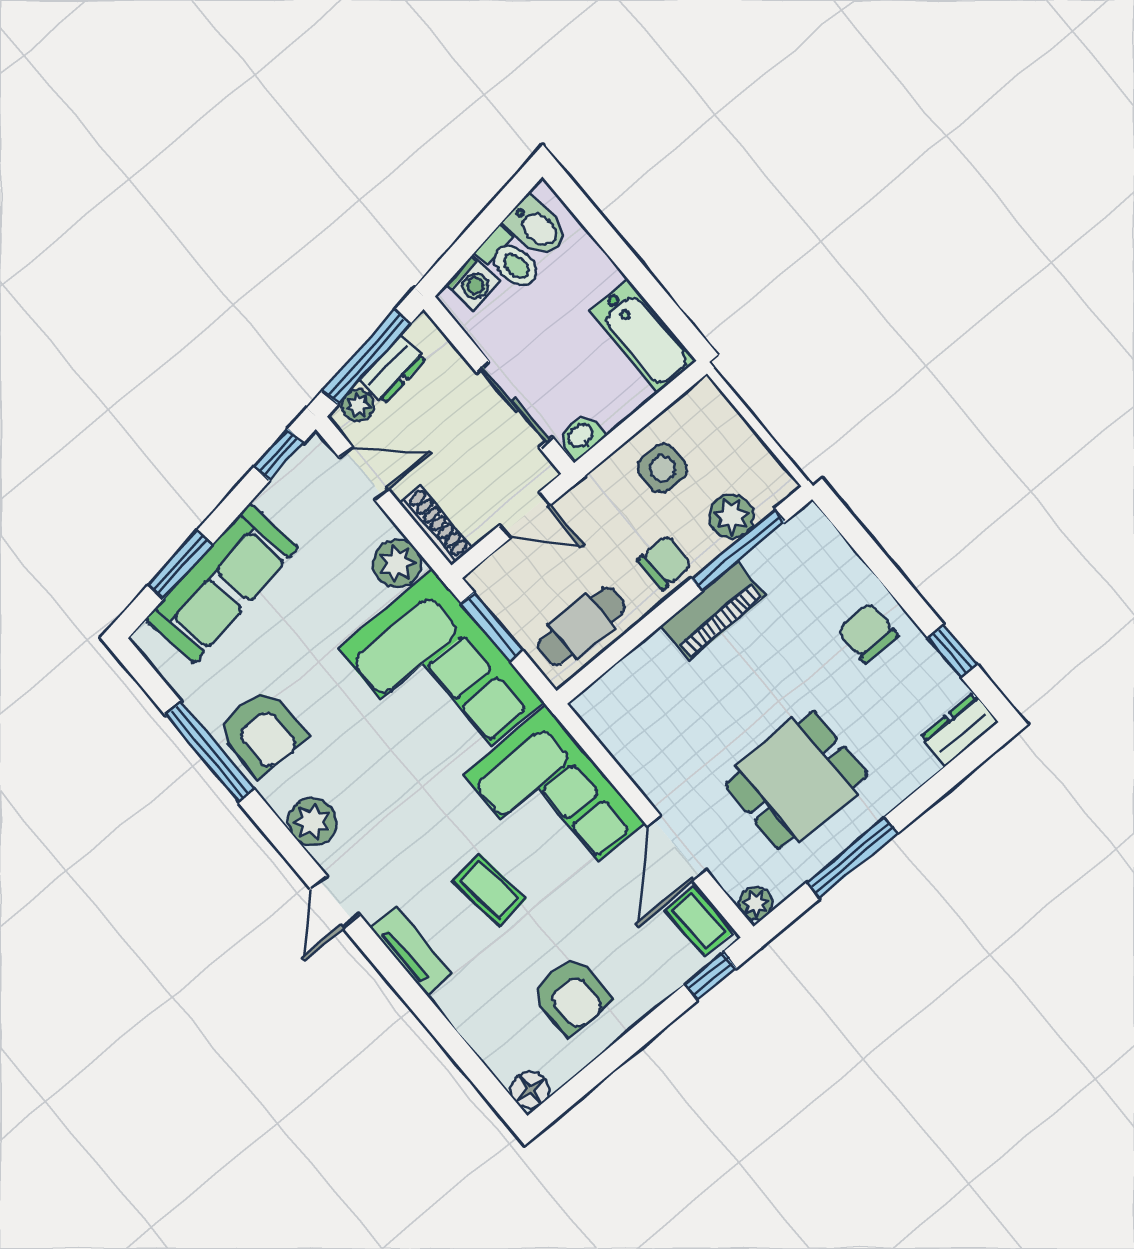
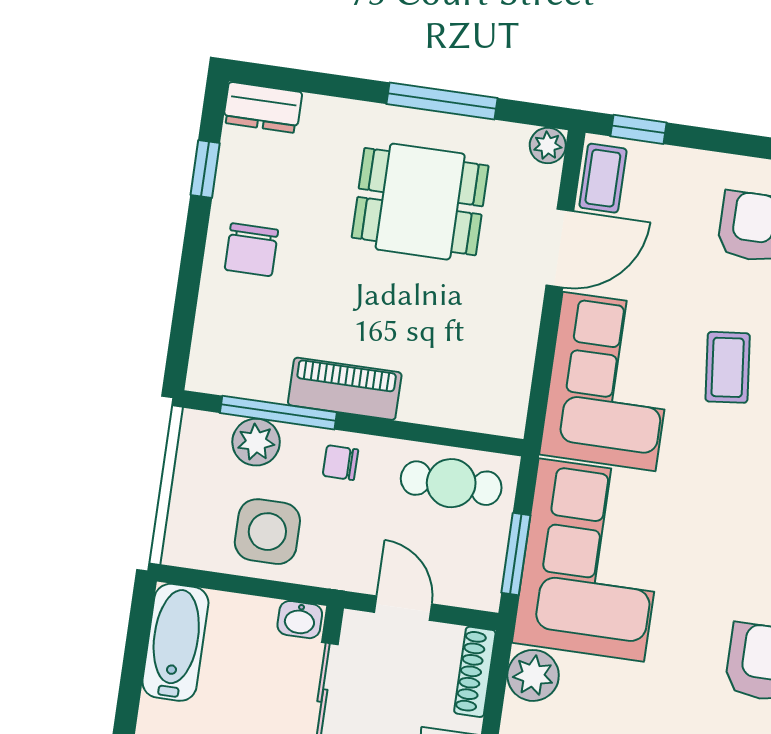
side table: (662, 469) -> (267, 532), width x1.37, depth x1.37
chair: (665, 562) -> (340, 463), width x0.73, depth x0.73

